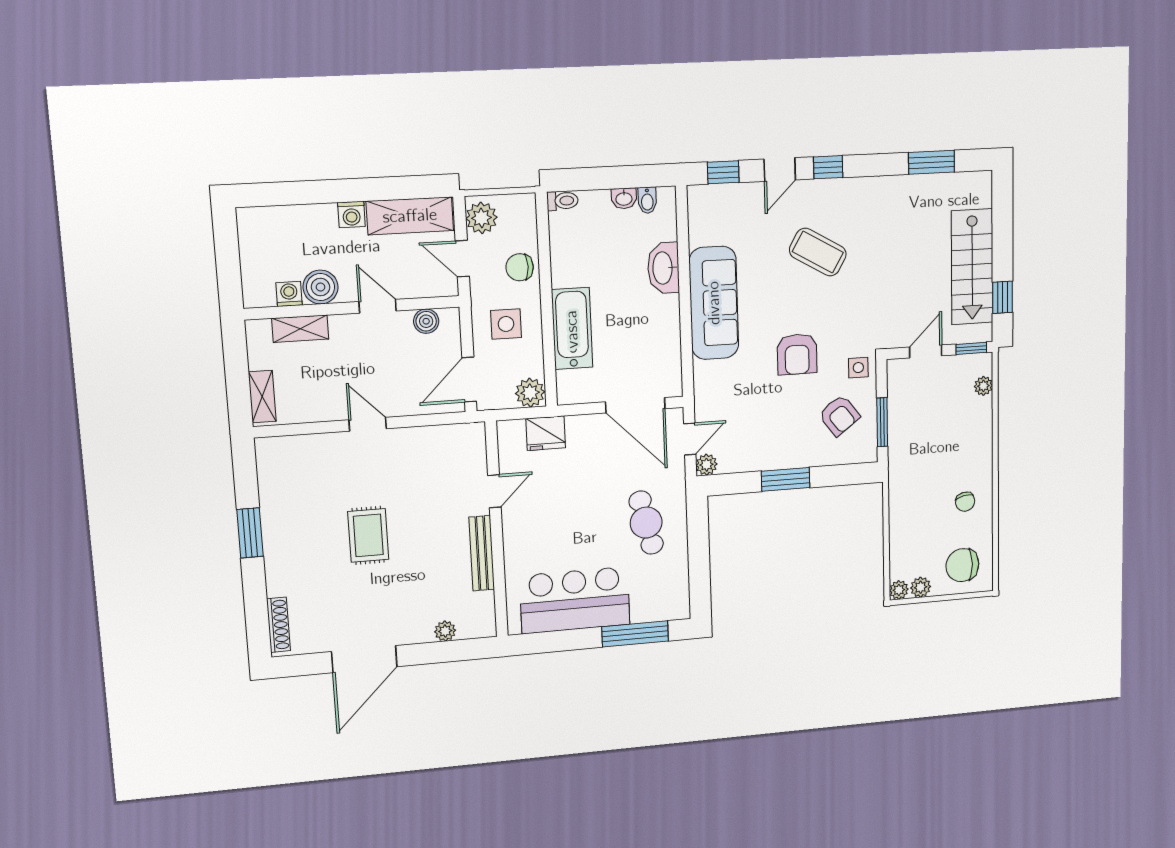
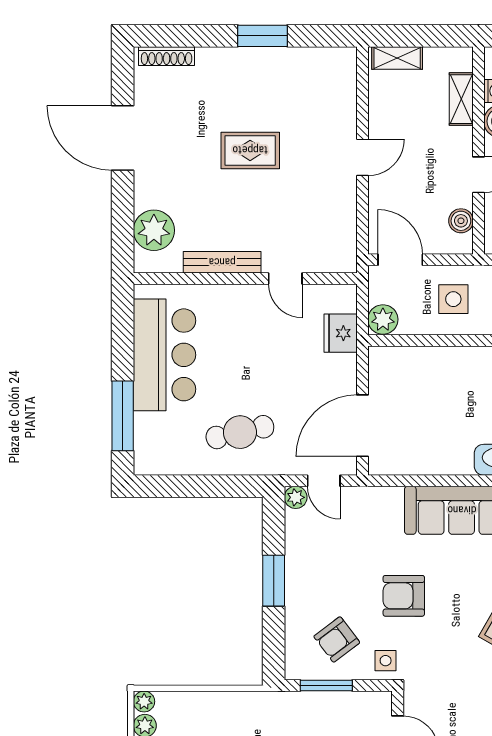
bathtub: (572, 329) -> (445, 365), removed
plant: (445, 631) -> (154, 230), width x1.87, depth x1.87

